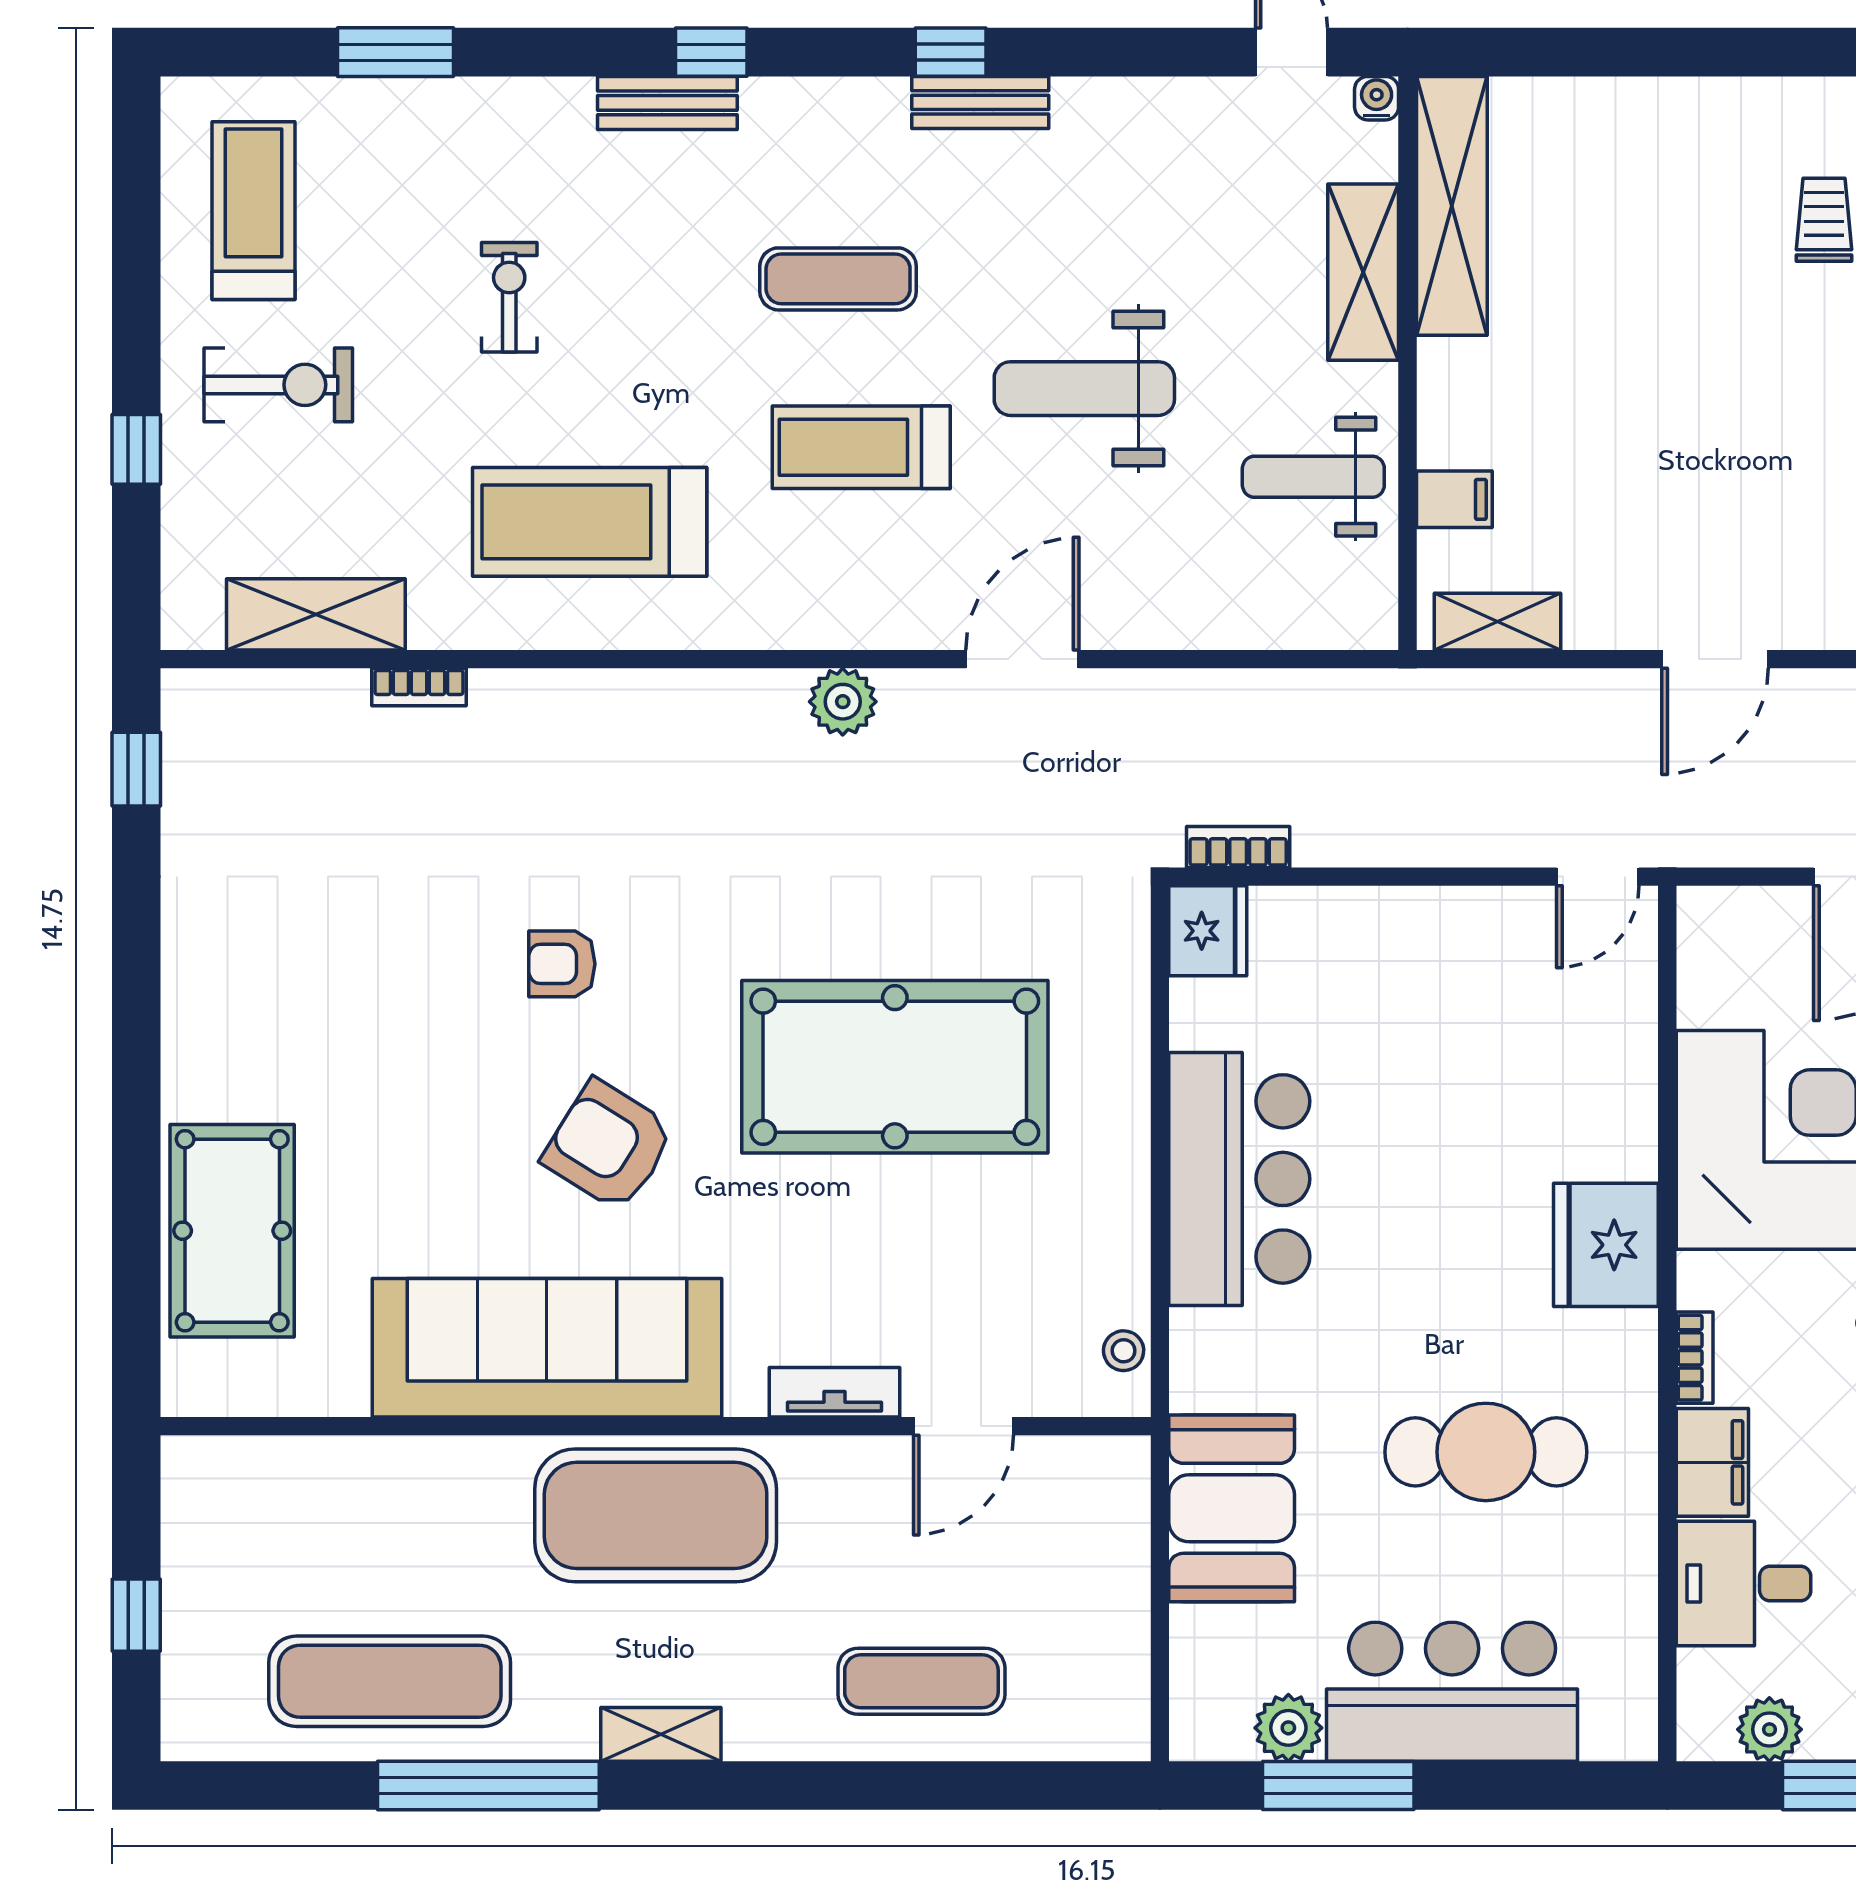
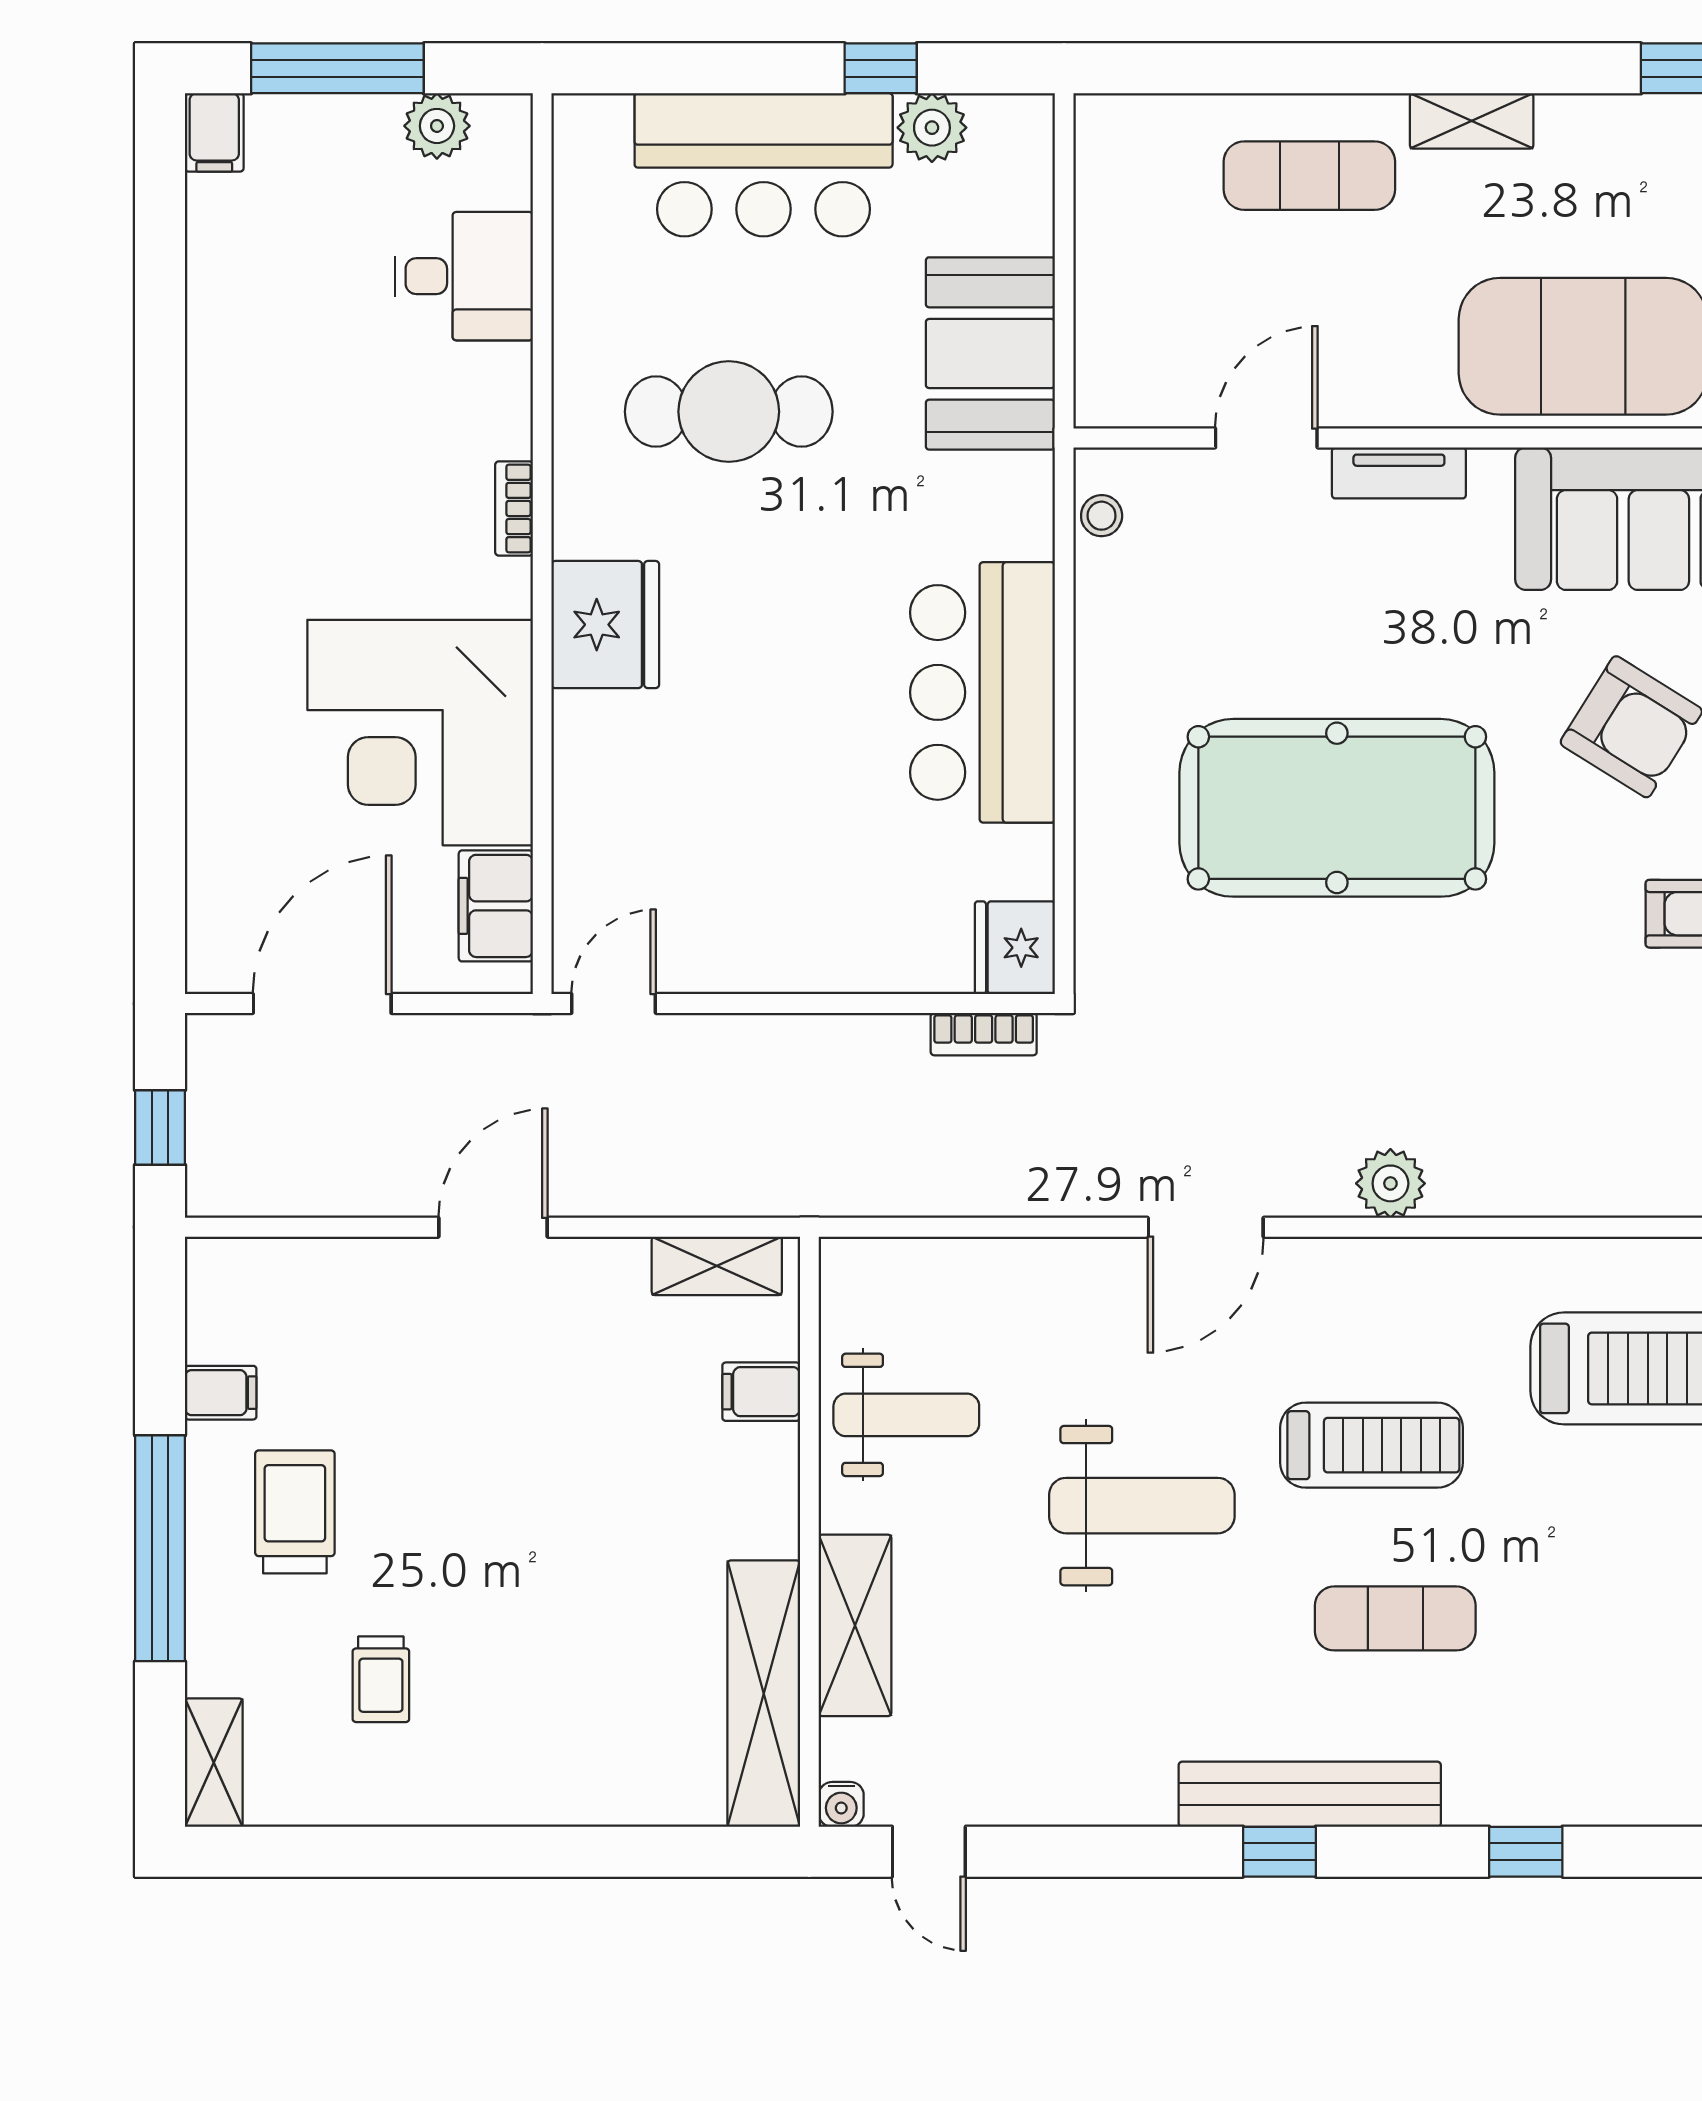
bench: (980, 102) -> (1310, 1794), width x1.86, depth x1.21
bench: (667, 103) -> (1571, 1799), removed
filing cabinet: (1712, 1462) -> (496, 906), moved
shelving: (661, 1734) -> (1472, 121), moved
window: (1338, 1786) -> (881, 68), width x0.46

